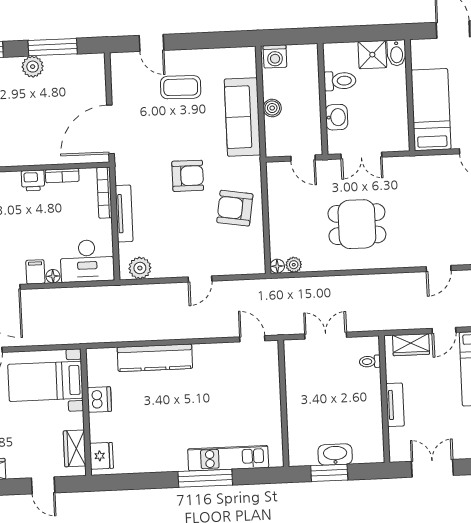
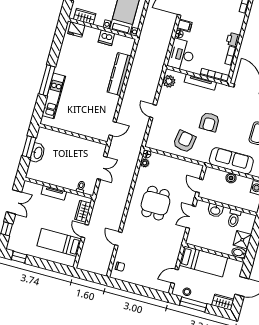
door: (303, 158) -> (199, 186), hinge flipped

